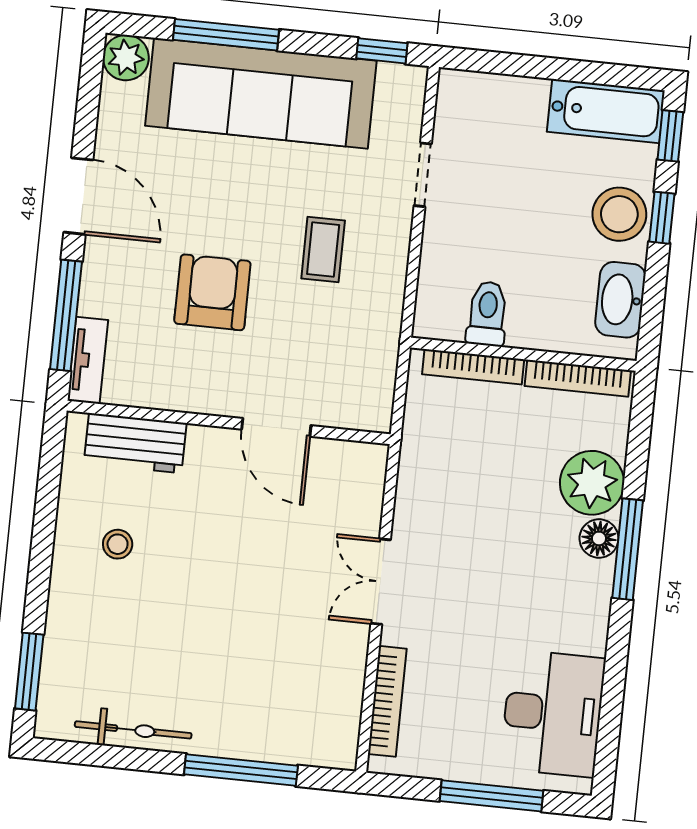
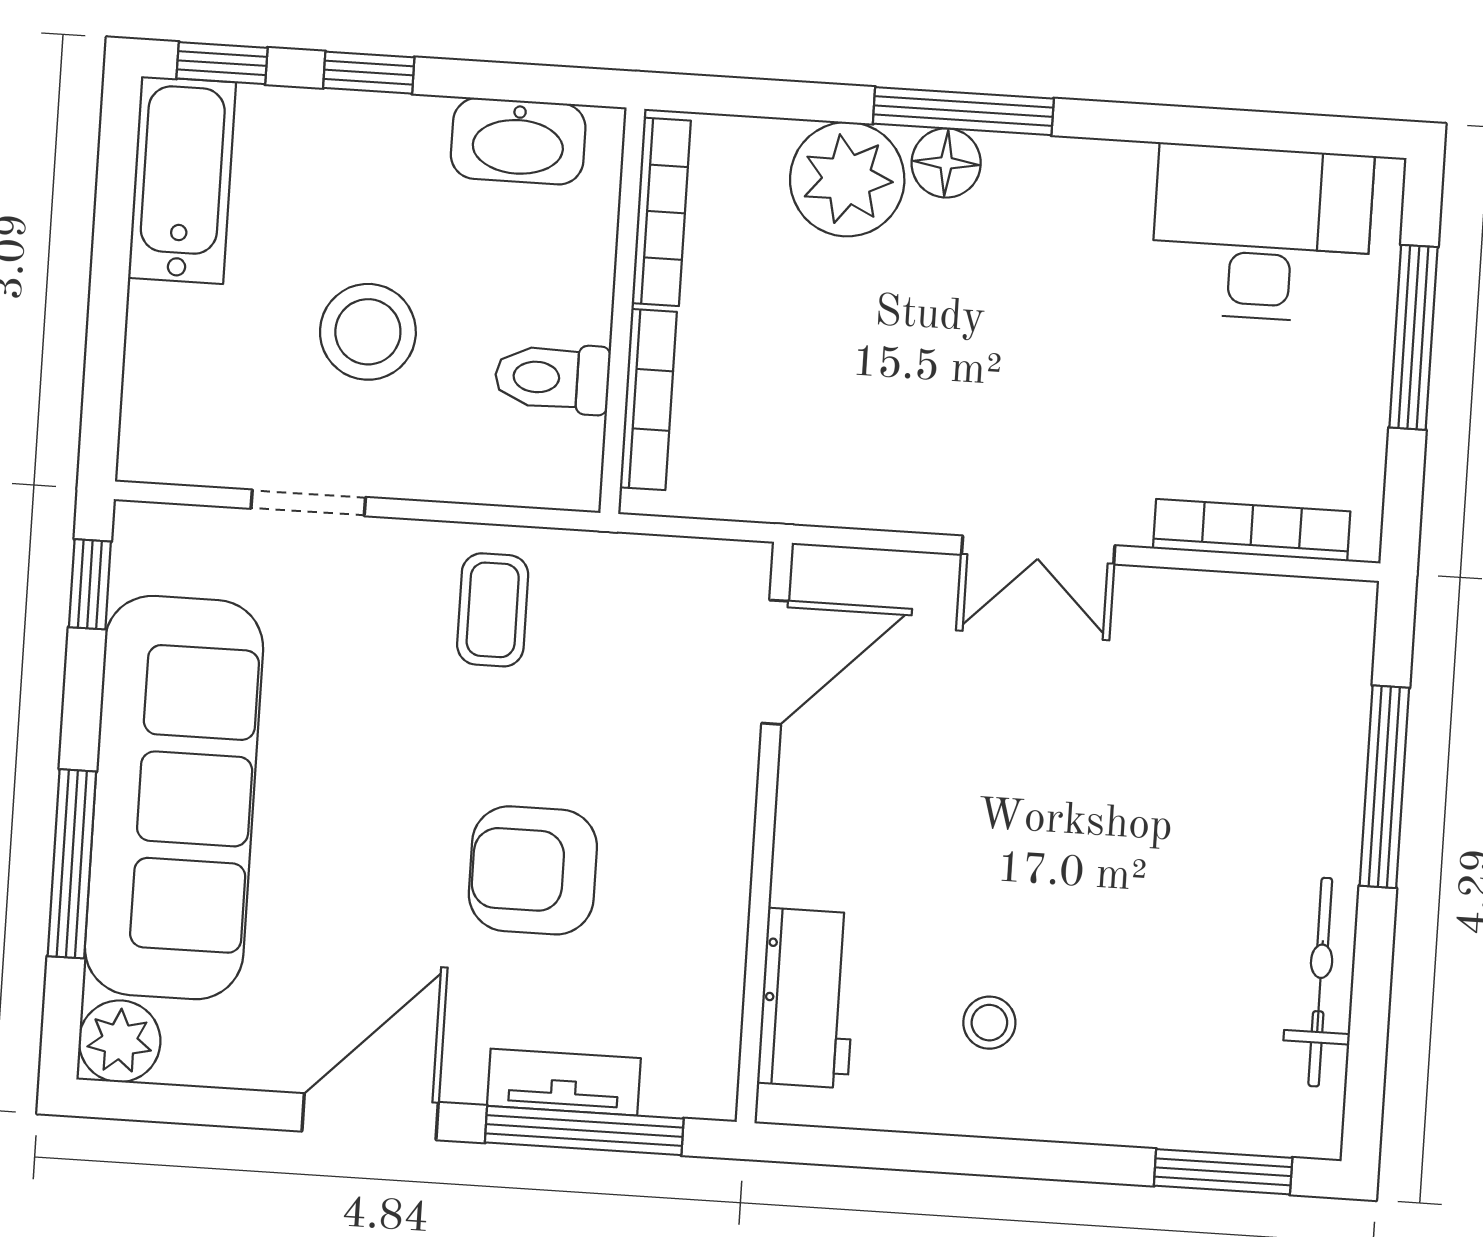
stool: (619, 214) -> (368, 332), moved
coffee table: (323, 250) -> (493, 610), moved, turned 90
tv unit: (88, 360) -> (564, 1082), moved
door: (276, 427) -> (775, 662), moved

